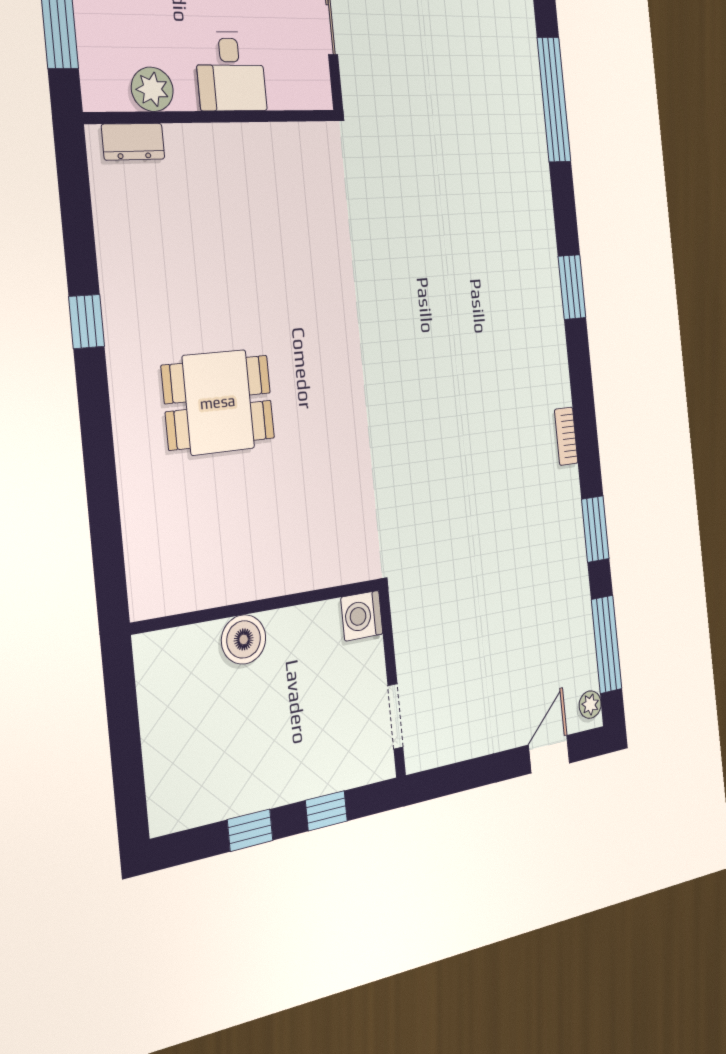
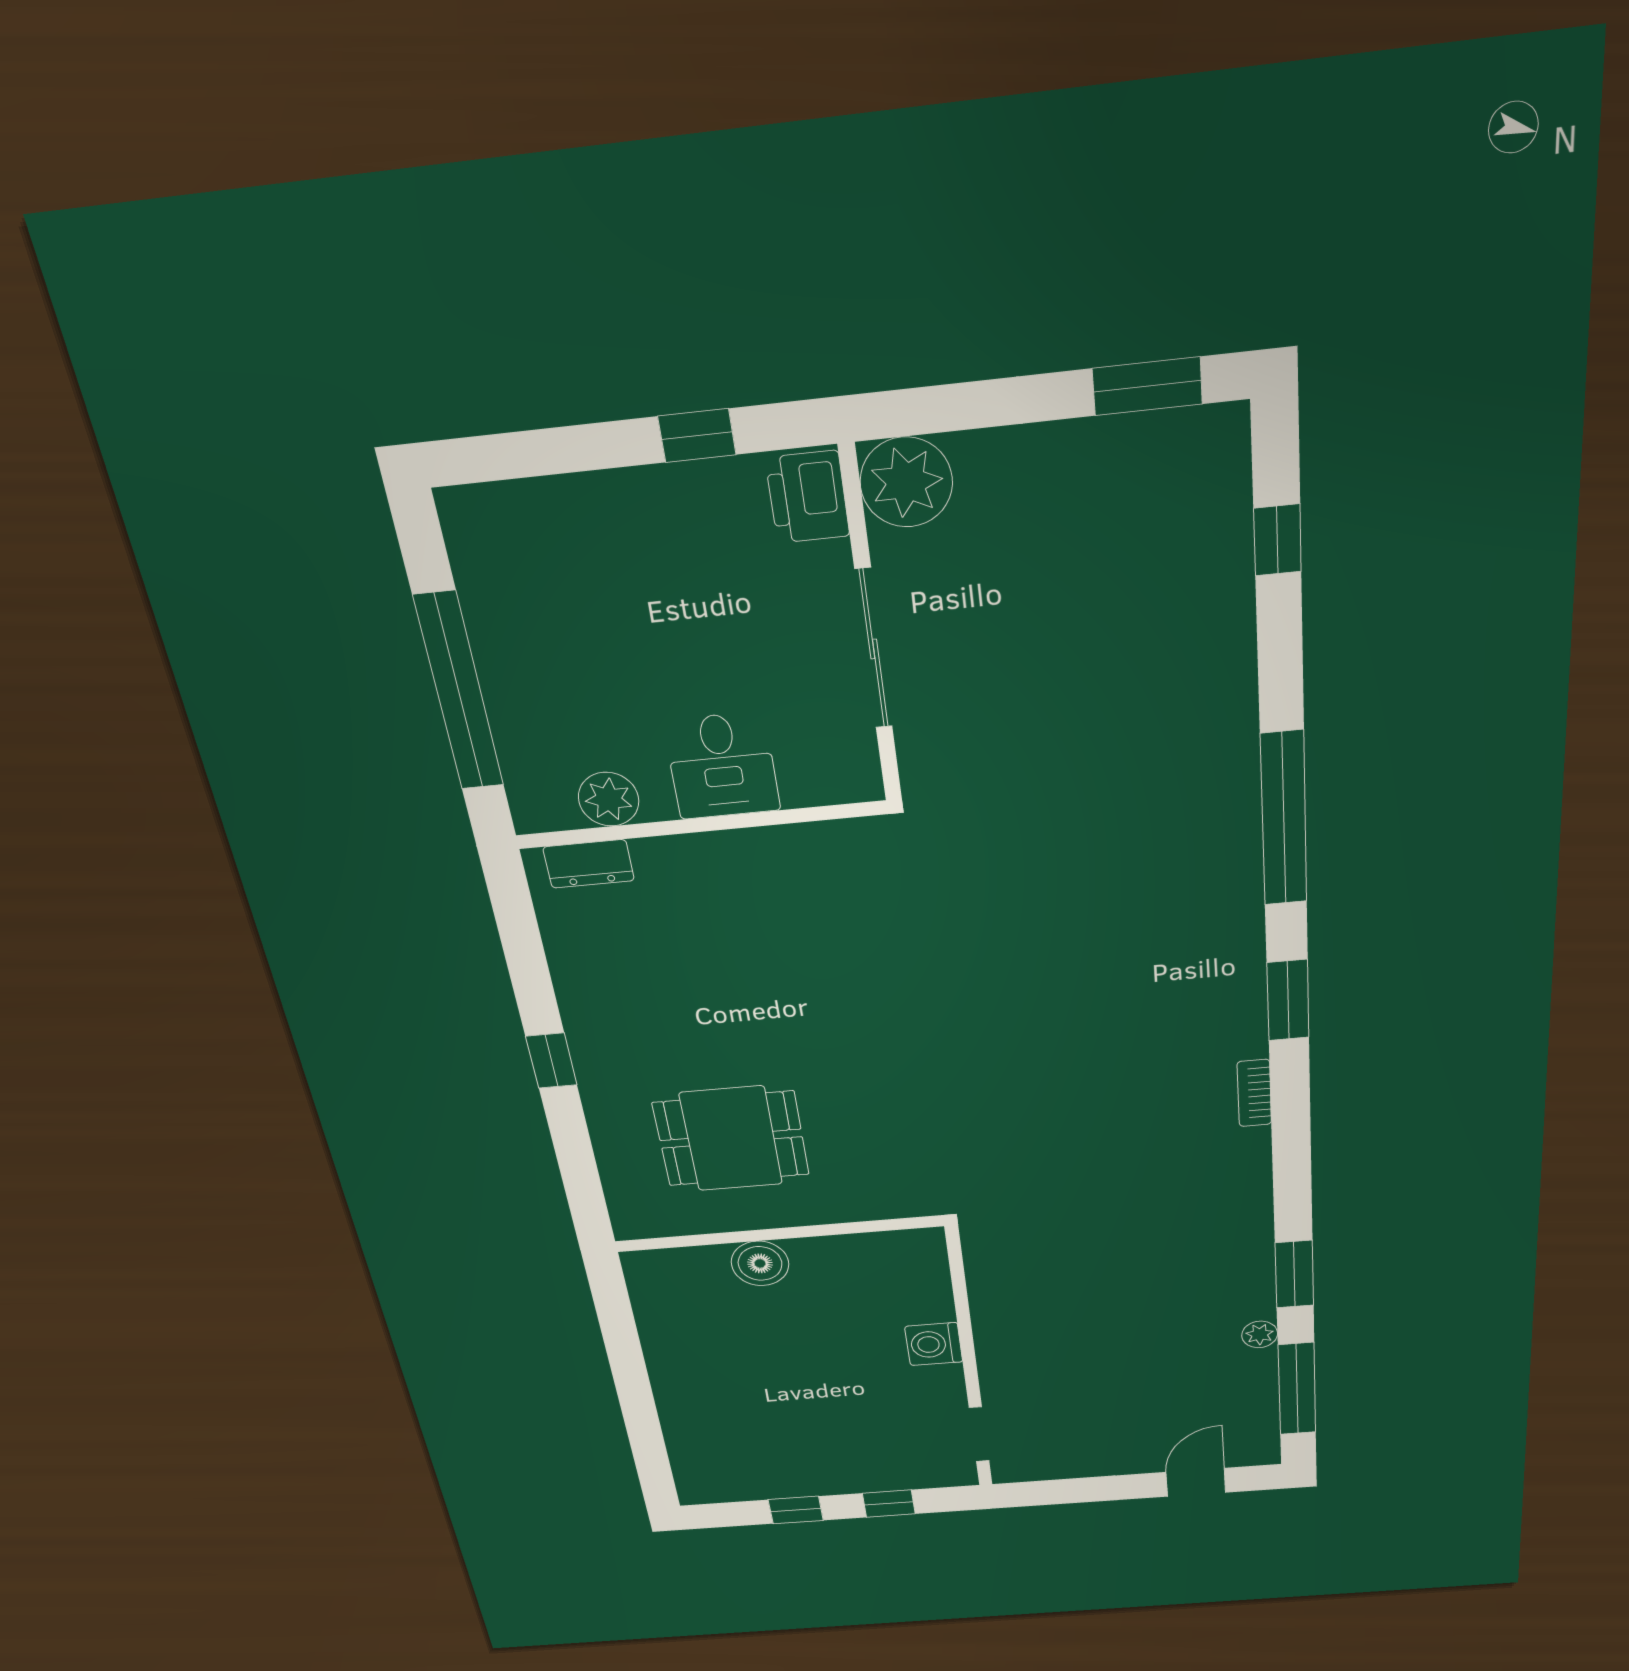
window: (554, 99) -> (1284, 819), moved
bookcase: (566, 436) -> (1254, 1093), moved
wall: (259, 606) -> (779, 1234), moved
boiler: (244, 639) -> (760, 1263), moved
plant: (590, 705) -> (1260, 1334), moved

